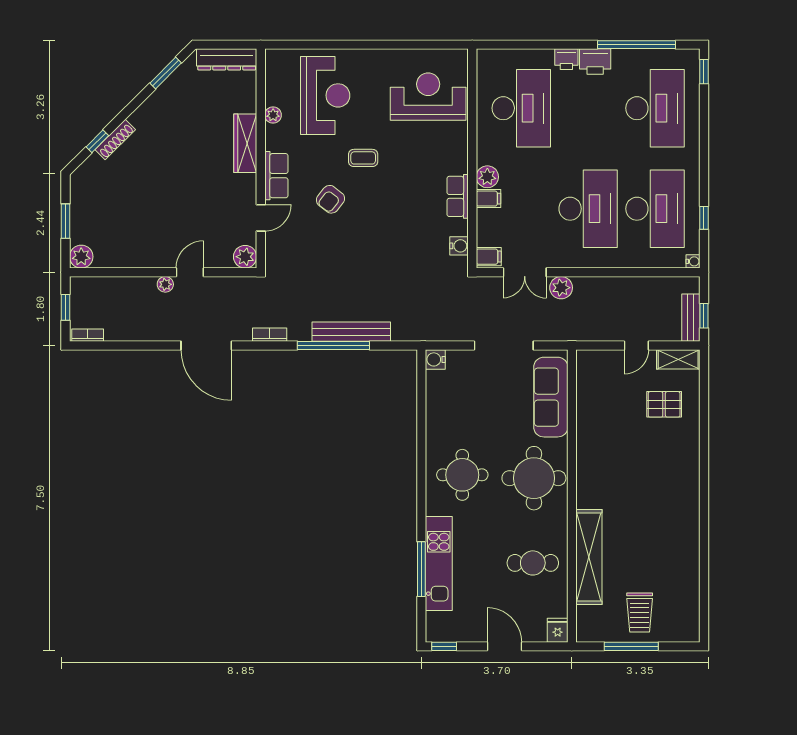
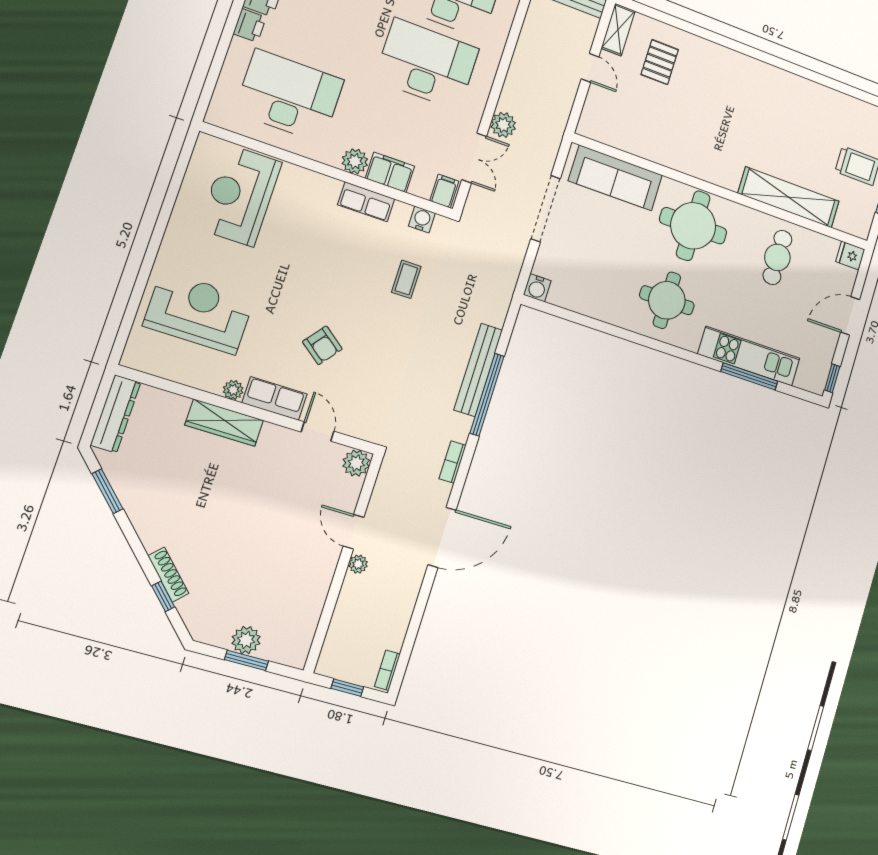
plant: (273, 115) -> (233, 390), moved
coffee table: (363, 158) -> (406, 279), moved
filing cabinet: (488, 199) -> (390, 172), width x2.00
plant: (81, 257) -> (246, 640), moved

